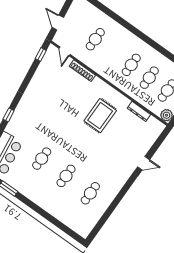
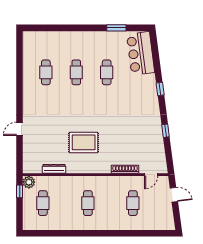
door: (64, 51) -> (151, 175), swing flipped
window: (41, 55) -> (166, 131), moved
cafe table: (149, 78) -> (65, 203), removed
rug: (100, 116) -> (84, 142), turned 90

